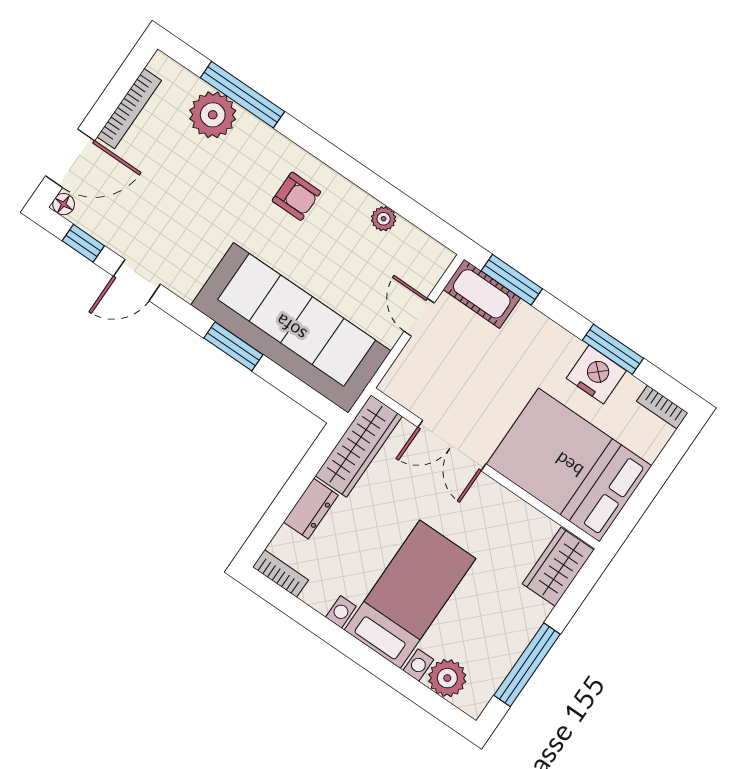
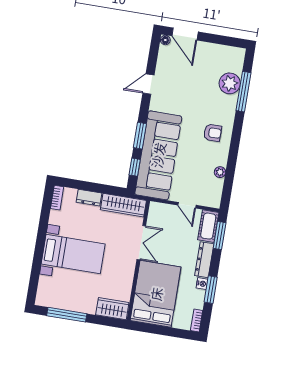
bookcase: (129, 109) -> (216, 48), removed
armchair: (296, 196) -> (213, 133), turned -90
window: (83, 243) -> (135, 167), moved
door: (137, 280) -> (148, 84), hinge flipped
door: (419, 317) -> (187, 205), swing flipped
dresser: (546, 334) -> (204, 260), added
nightstand: (596, 375) -> (202, 284), width x0.53, depth x0.56
double door: (452, 445) -> (141, 243), swing flipped
plant: (447, 678) -> (46, 285), removed

